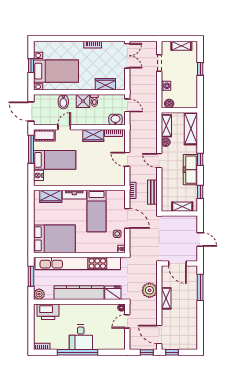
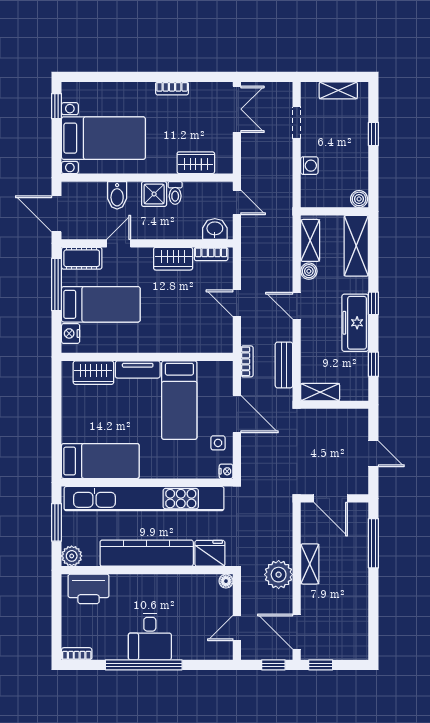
window: (31, 66) -> (56, 106), moved
boiler: (169, 104) -> (359, 199), moved
shelving: (182, 207) -> (320, 392), moved
bed: (54, 239) -> (100, 461), width x0.67
plant: (149, 290) -> (279, 575), moved
door: (127, 321) -> (237, 628), moved

